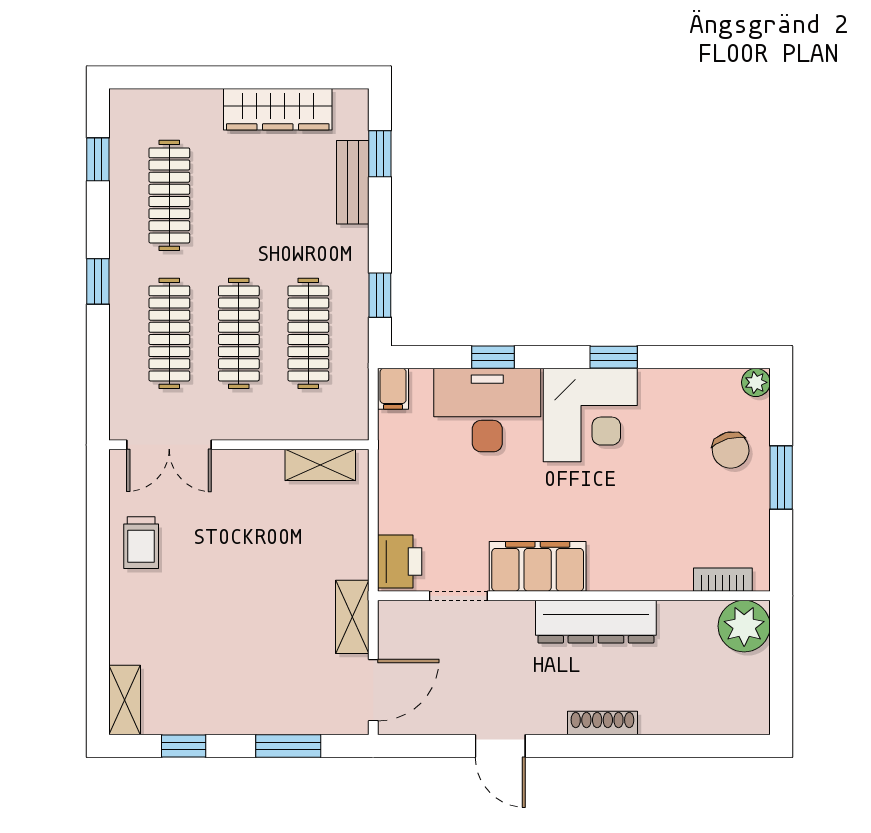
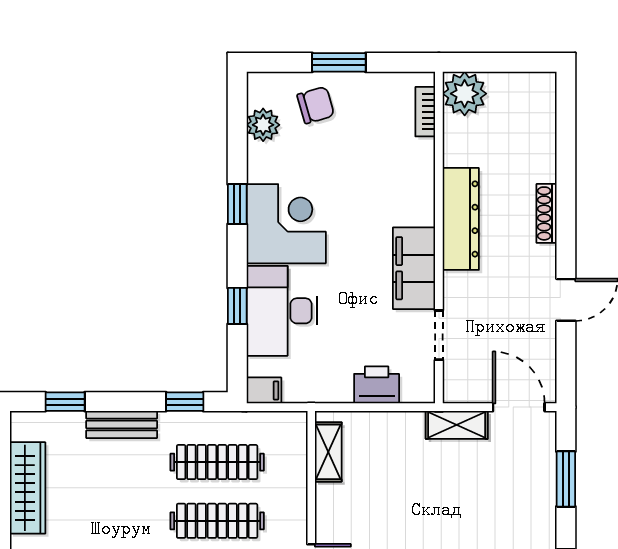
bench: (353, 182) -> (122, 424), moved
plant: (756, 382) -> (263, 125), moved, width x1.38, depth x1.38
printer: (400, 562) -> (377, 385), moved

